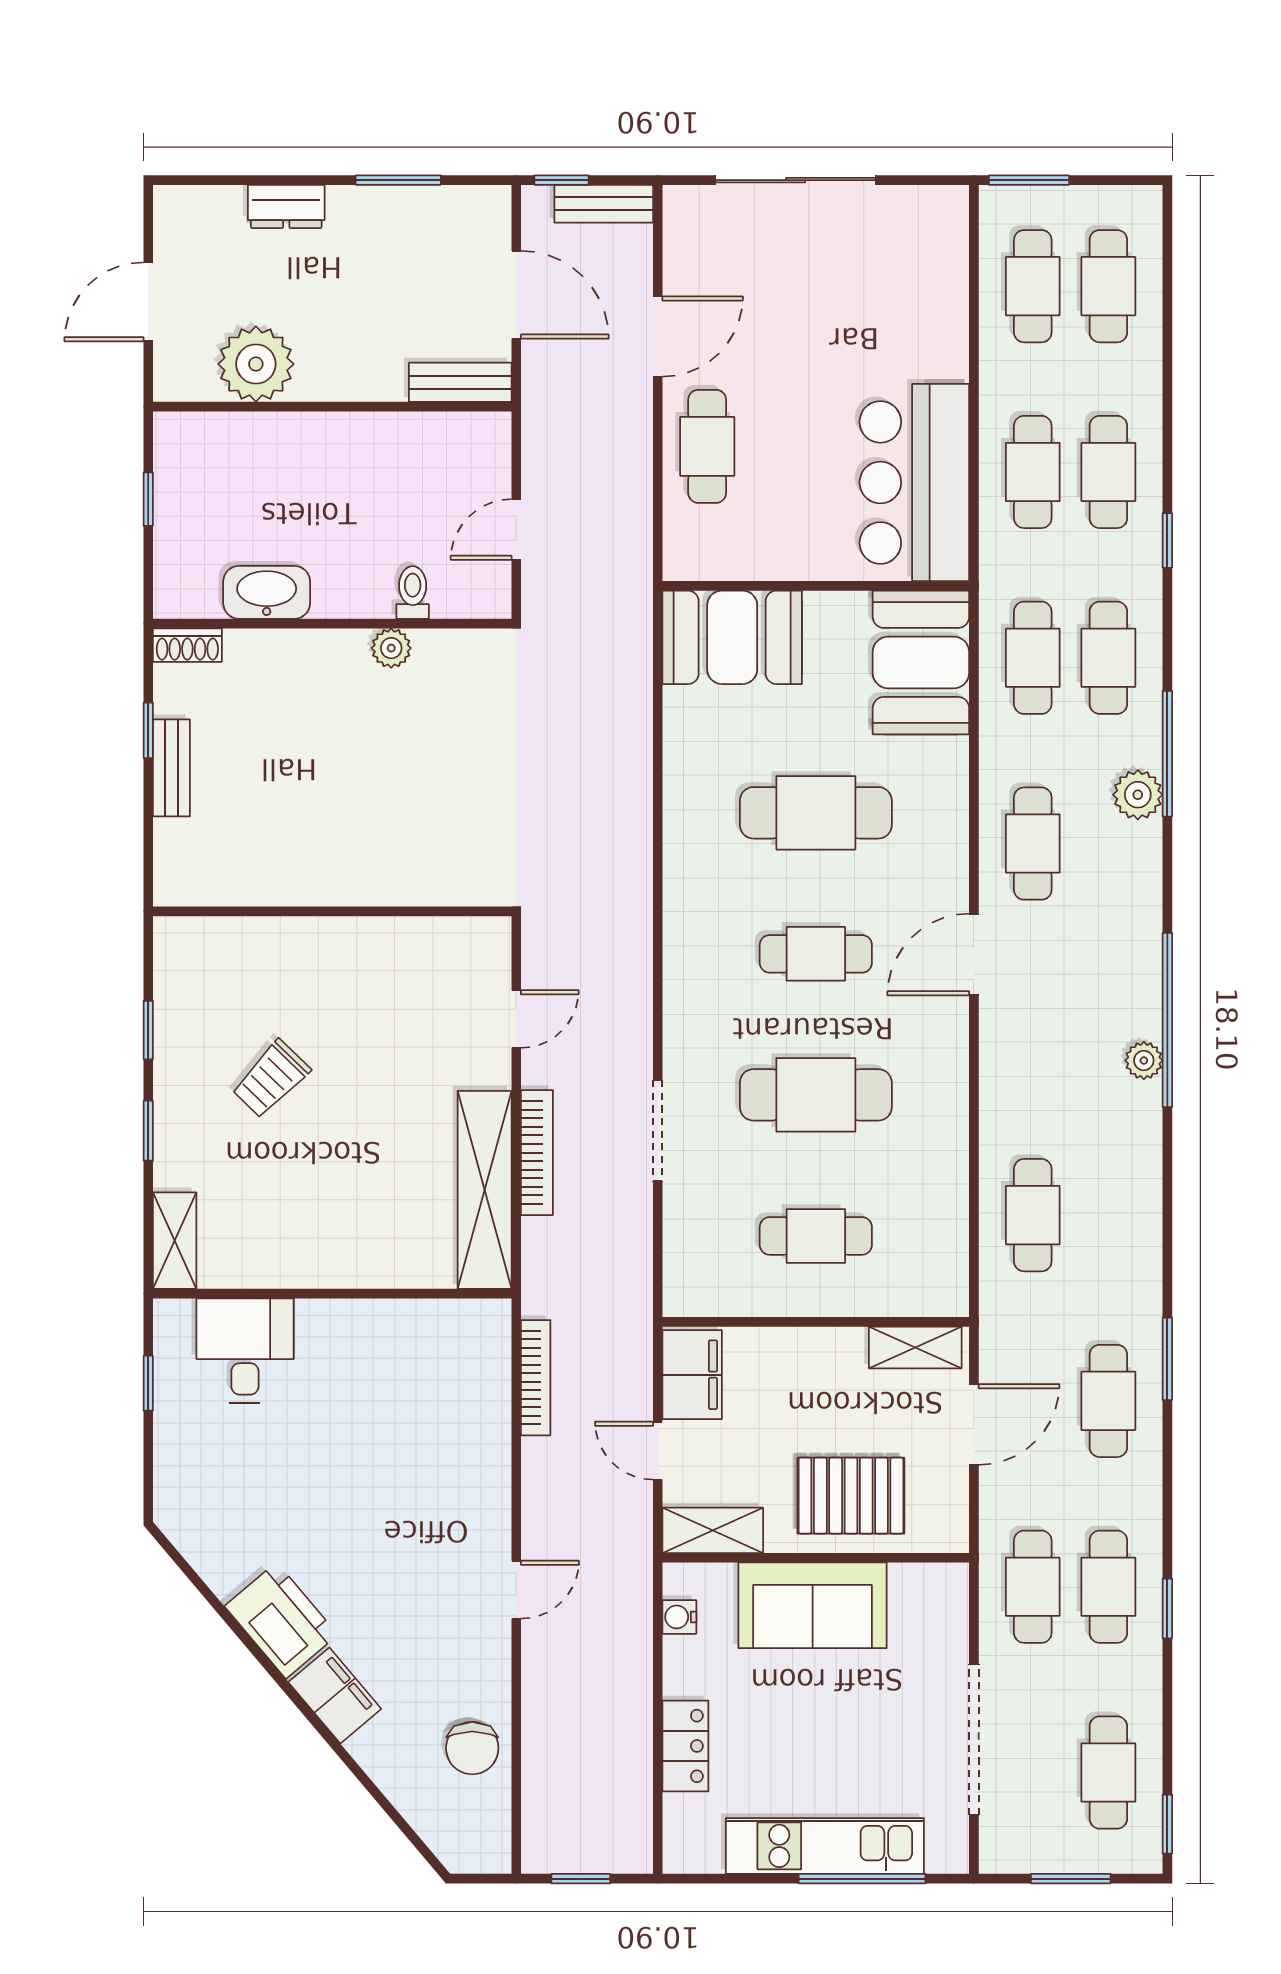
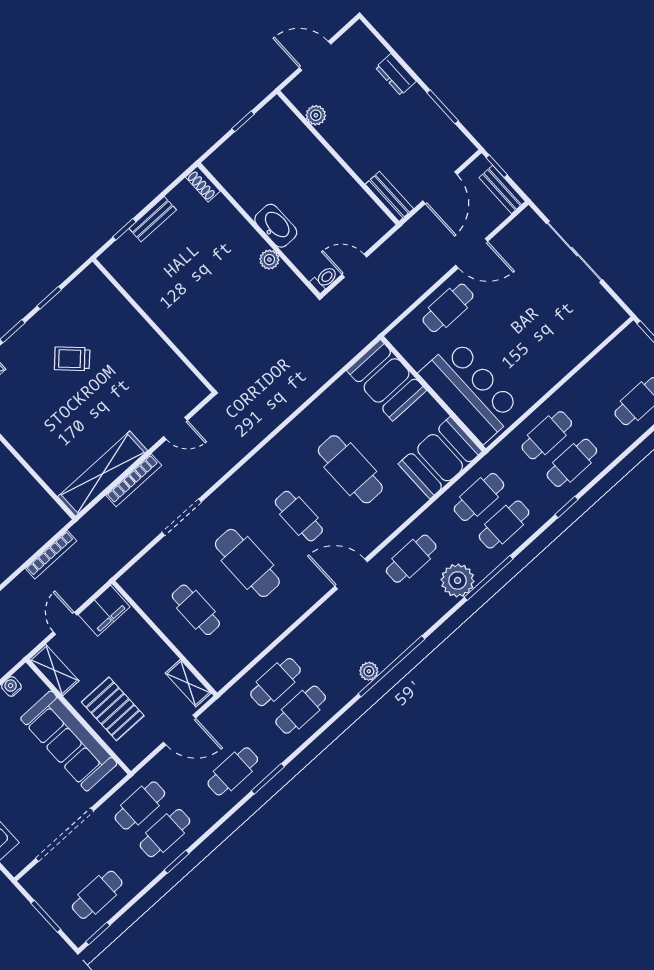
cafe table: (1033, 286) -> (301, 710), moved
plant: (256, 364) -> (316, 115), width x0.53, depth x0.53
bar counter: (914, 482) -> (470, 391), moved, turned 90
washbasin: (267, 592) -> (276, 226), moved
toilet: (413, 593) -> (324, 279), moved
window: (148, 730) -> (124, 229), moved
plant: (1138, 795) -> (458, 580), width x1.36, depth x1.36
sofa: (813, 1605) -> (69, 741), width x1.36

